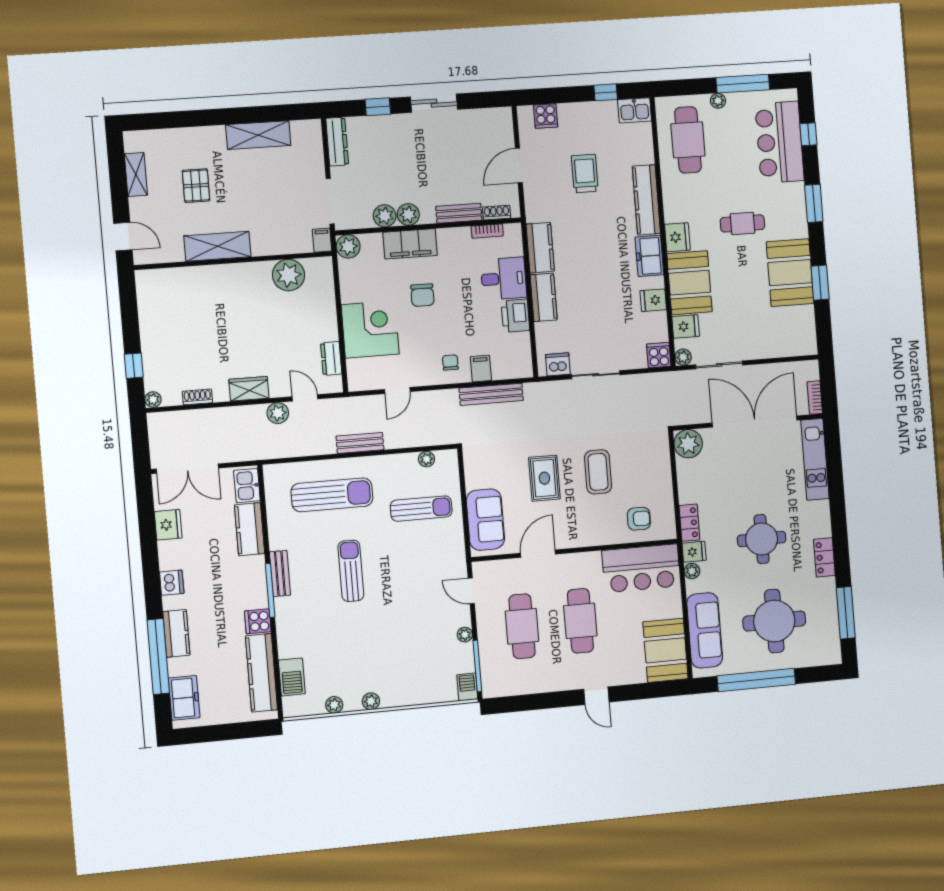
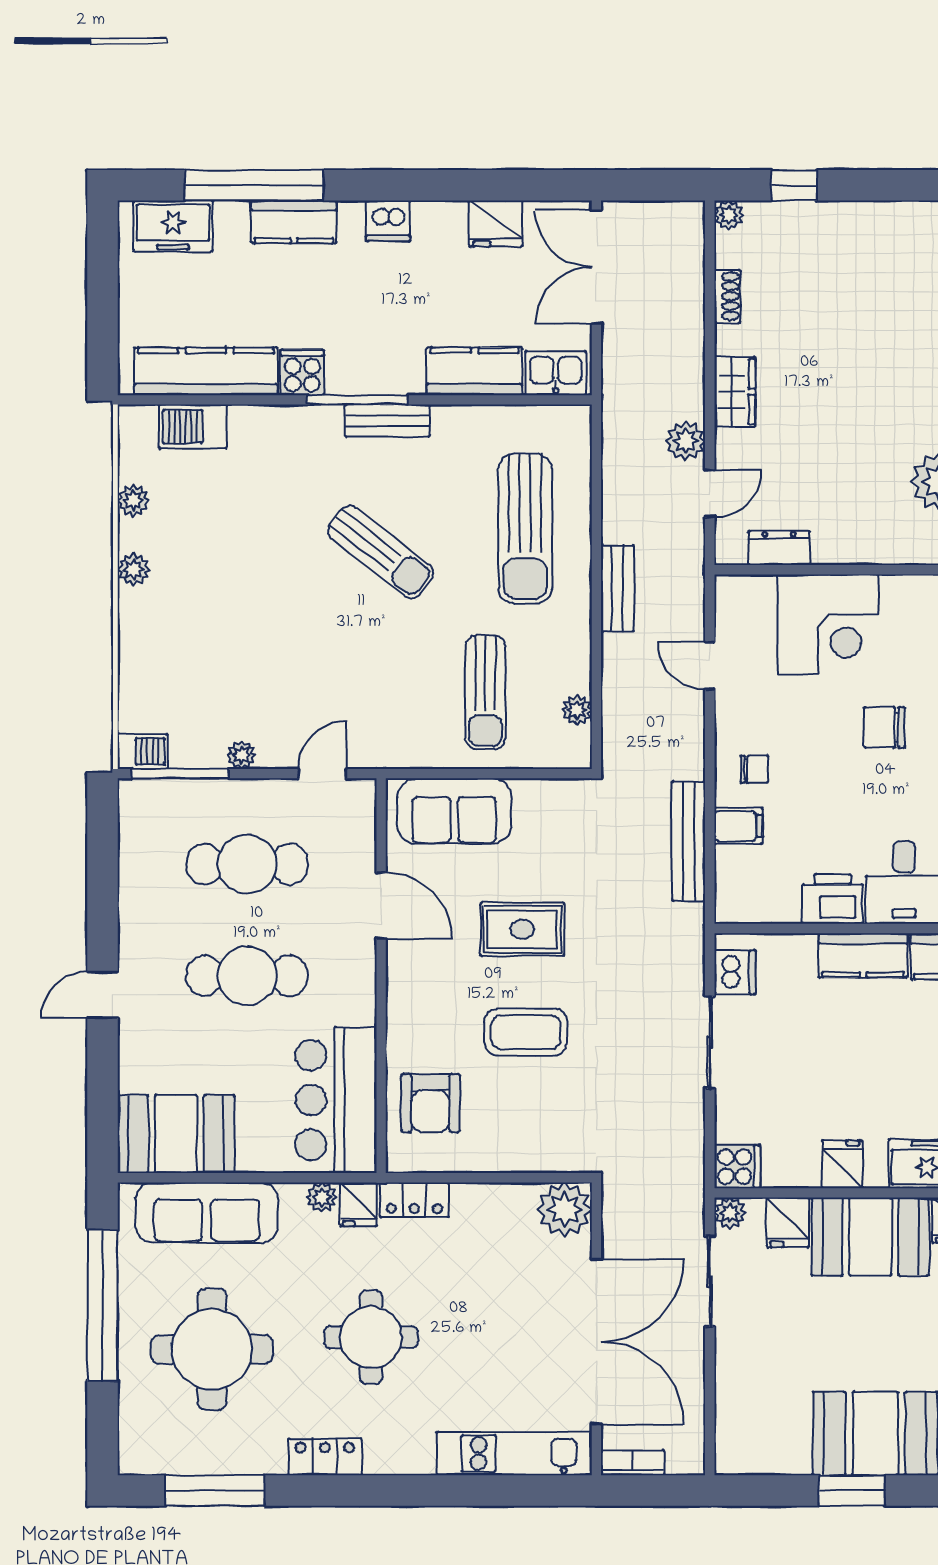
armchair: (639, 519) -> (430, 1103), width x1.38, depth x1.38
sun lounger: (351, 571) -> (380, 552), turned 38

